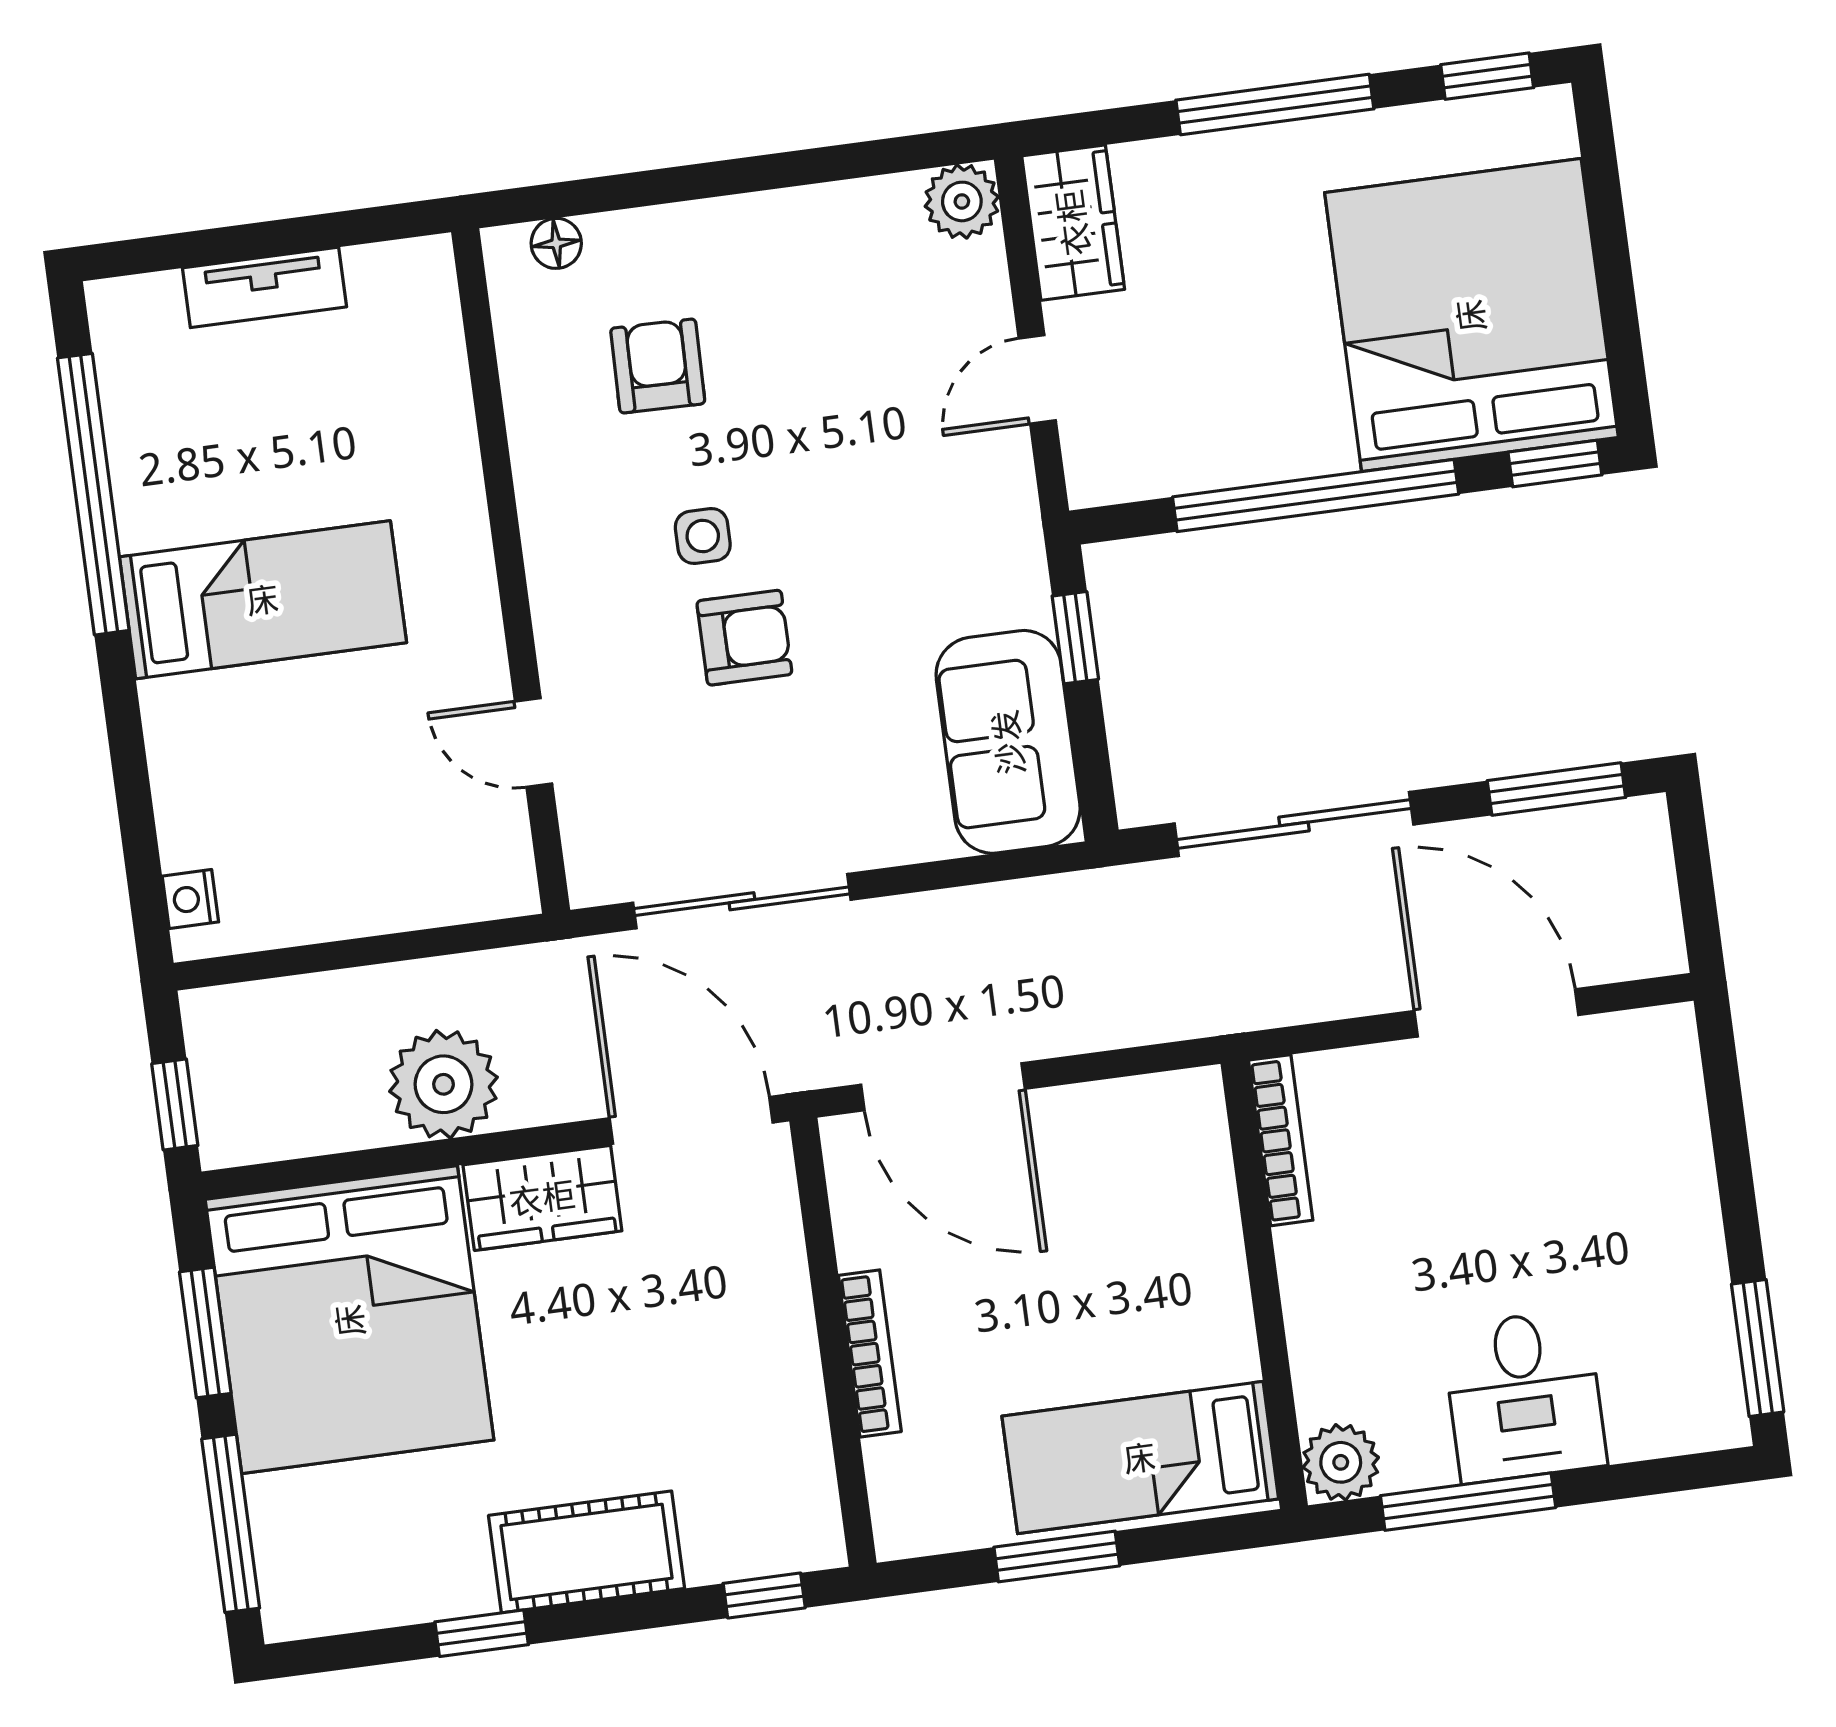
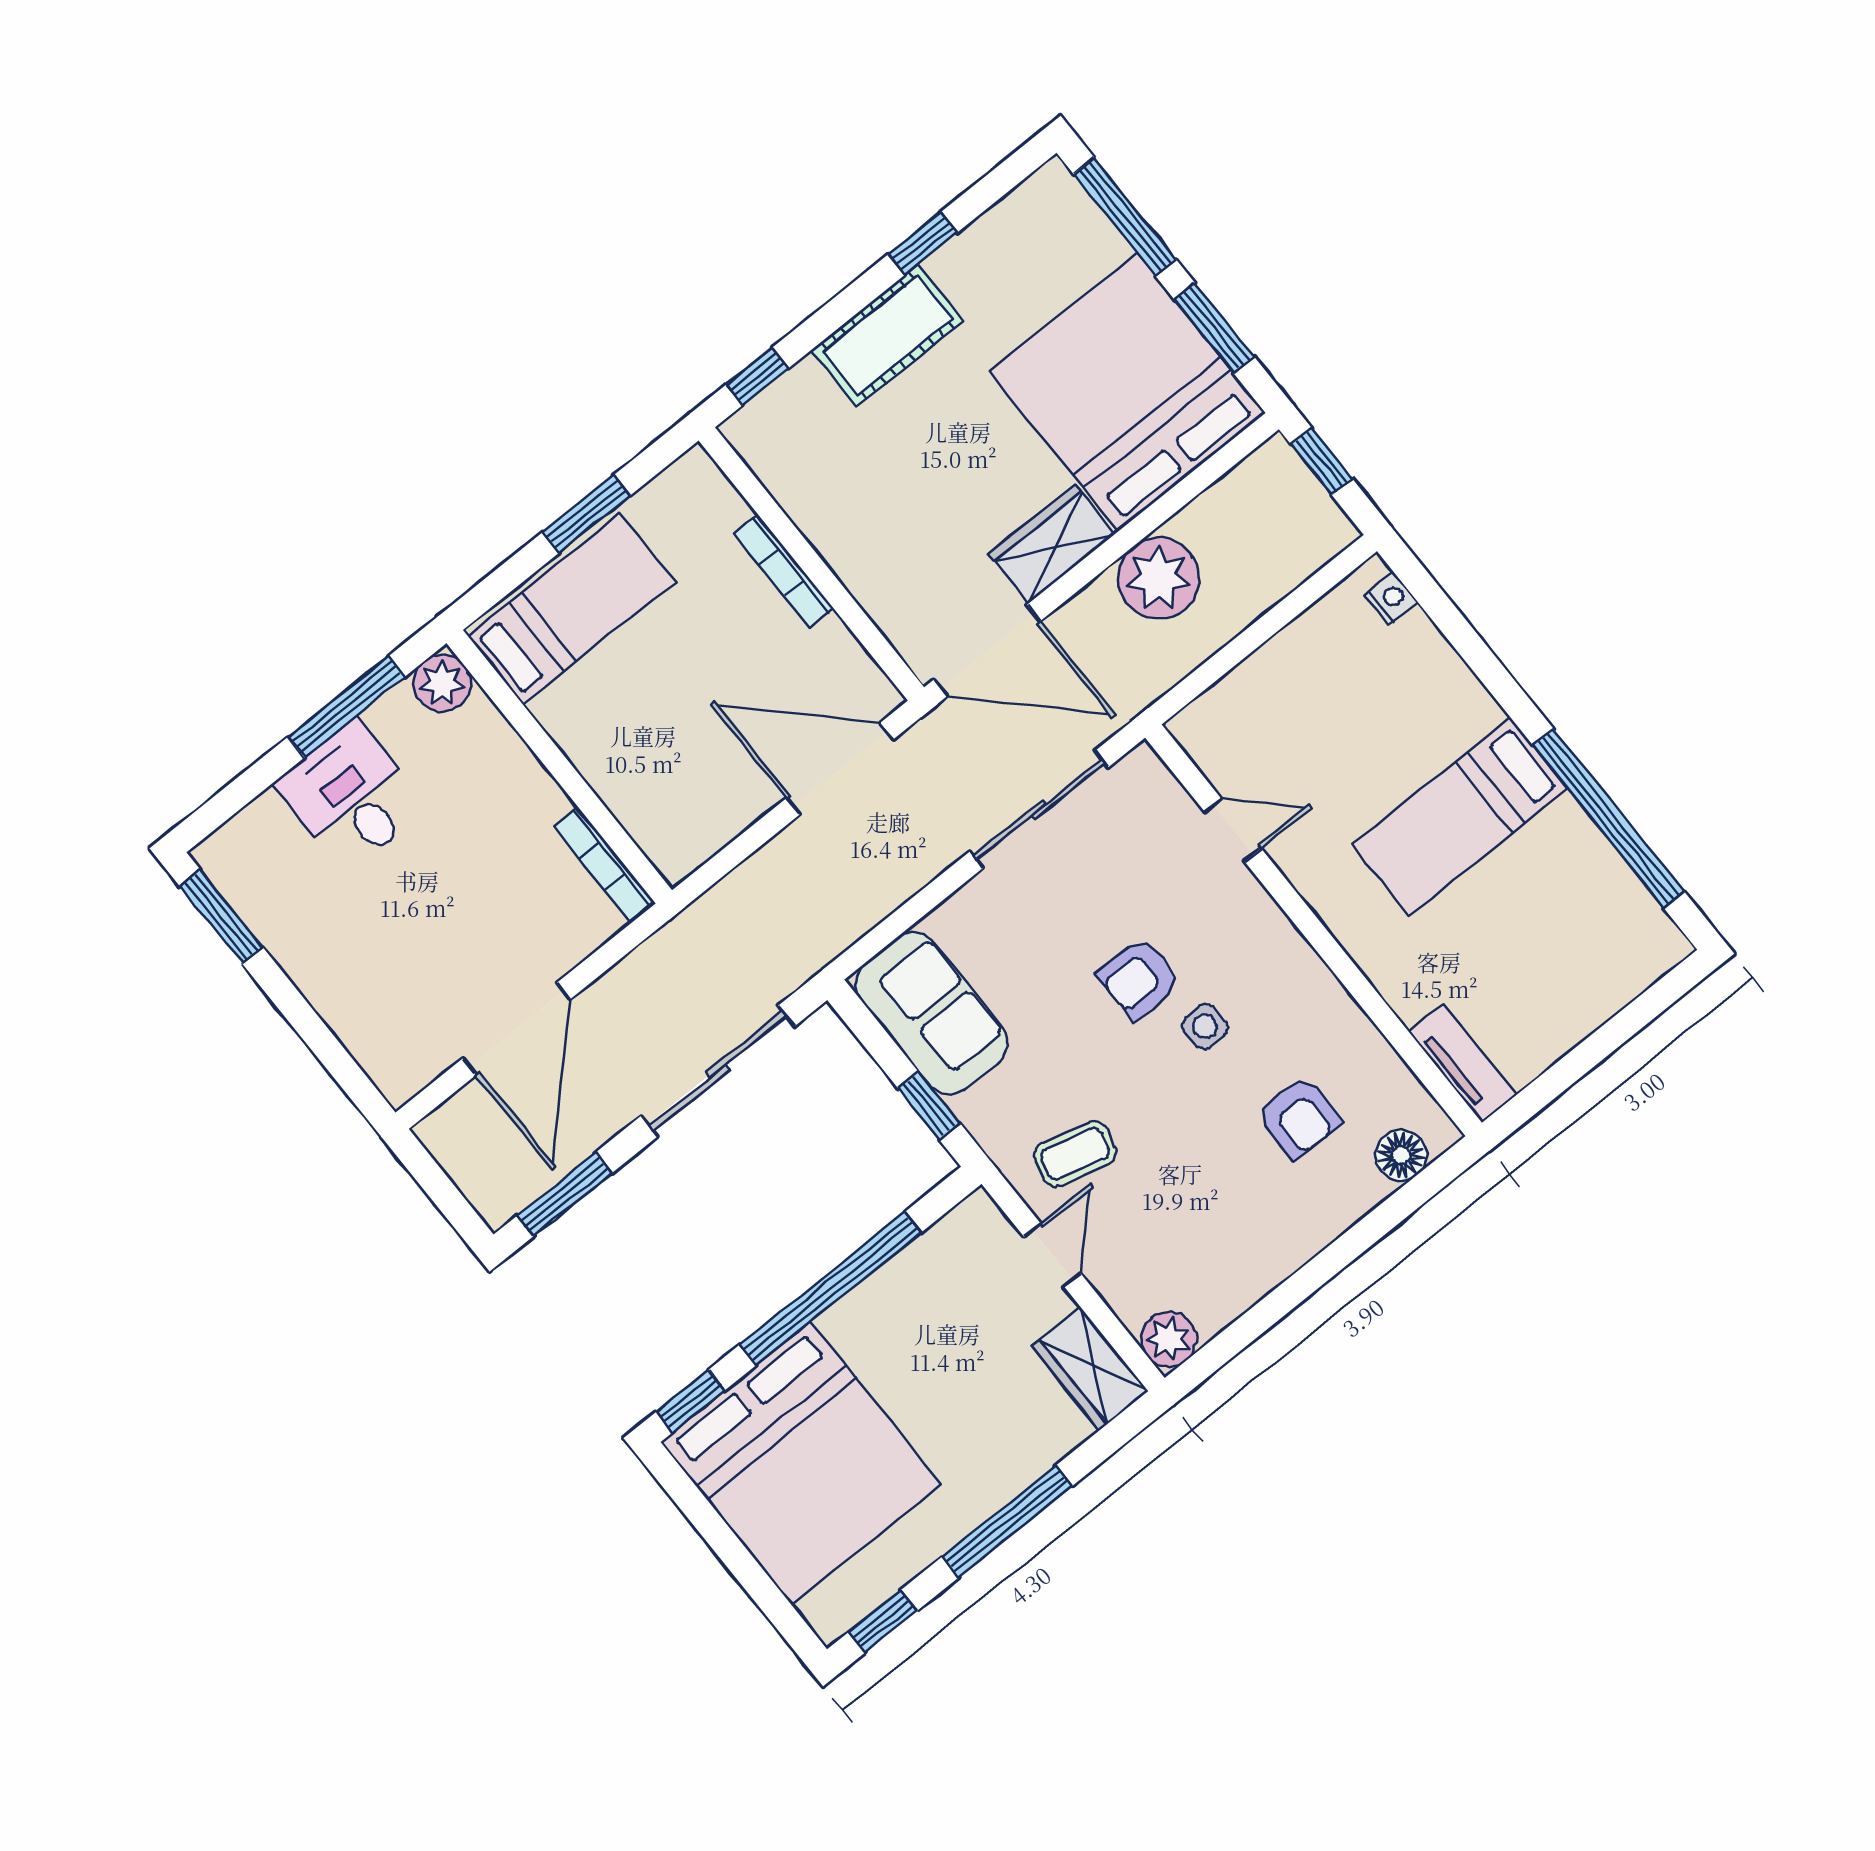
floor lamp: (556, 243) -> (1401, 1155), width x1.37, depth x1.37
tv unit: (265, 287) -> (1463, 1063), moved, turned 90
coffee table: (941, 480) -> (1075, 1154), added
door: (1496, 1013) -> (516, 1029), hinge flipped

